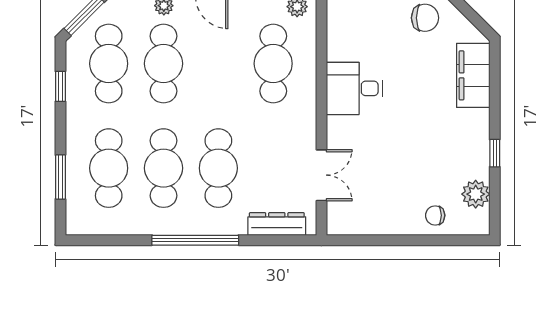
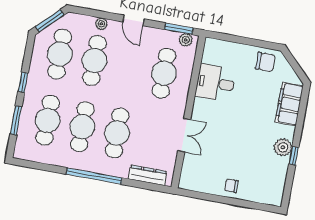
window: (60, 86) -> (23, 82), moved
desk: (355, 88) -> (215, 83), moved
double door: (321, 175) -> (184, 135), moved
plant: (476, 194) -> (283, 147), moved
chair: (435, 215) -> (231, 186), moved

